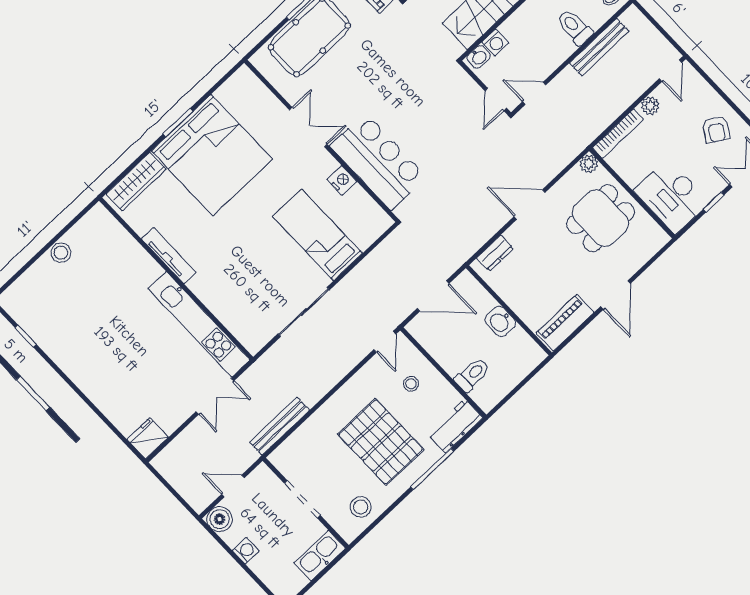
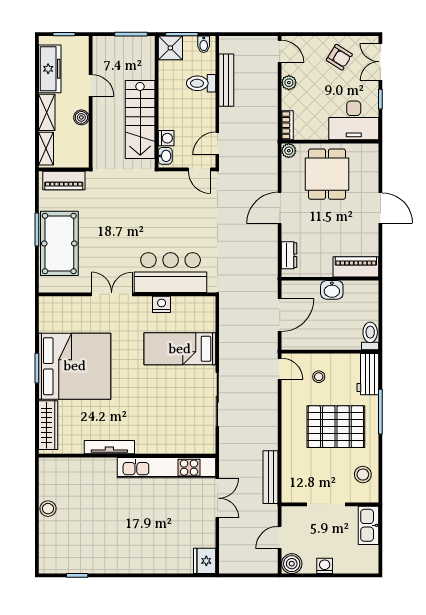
bookcase: (618, 134) -> (287, 125), width x0.64
piano: (565, 323) -> (356, 267), moved, turned 90
toilet: (472, 375) -> (370, 336), moved

